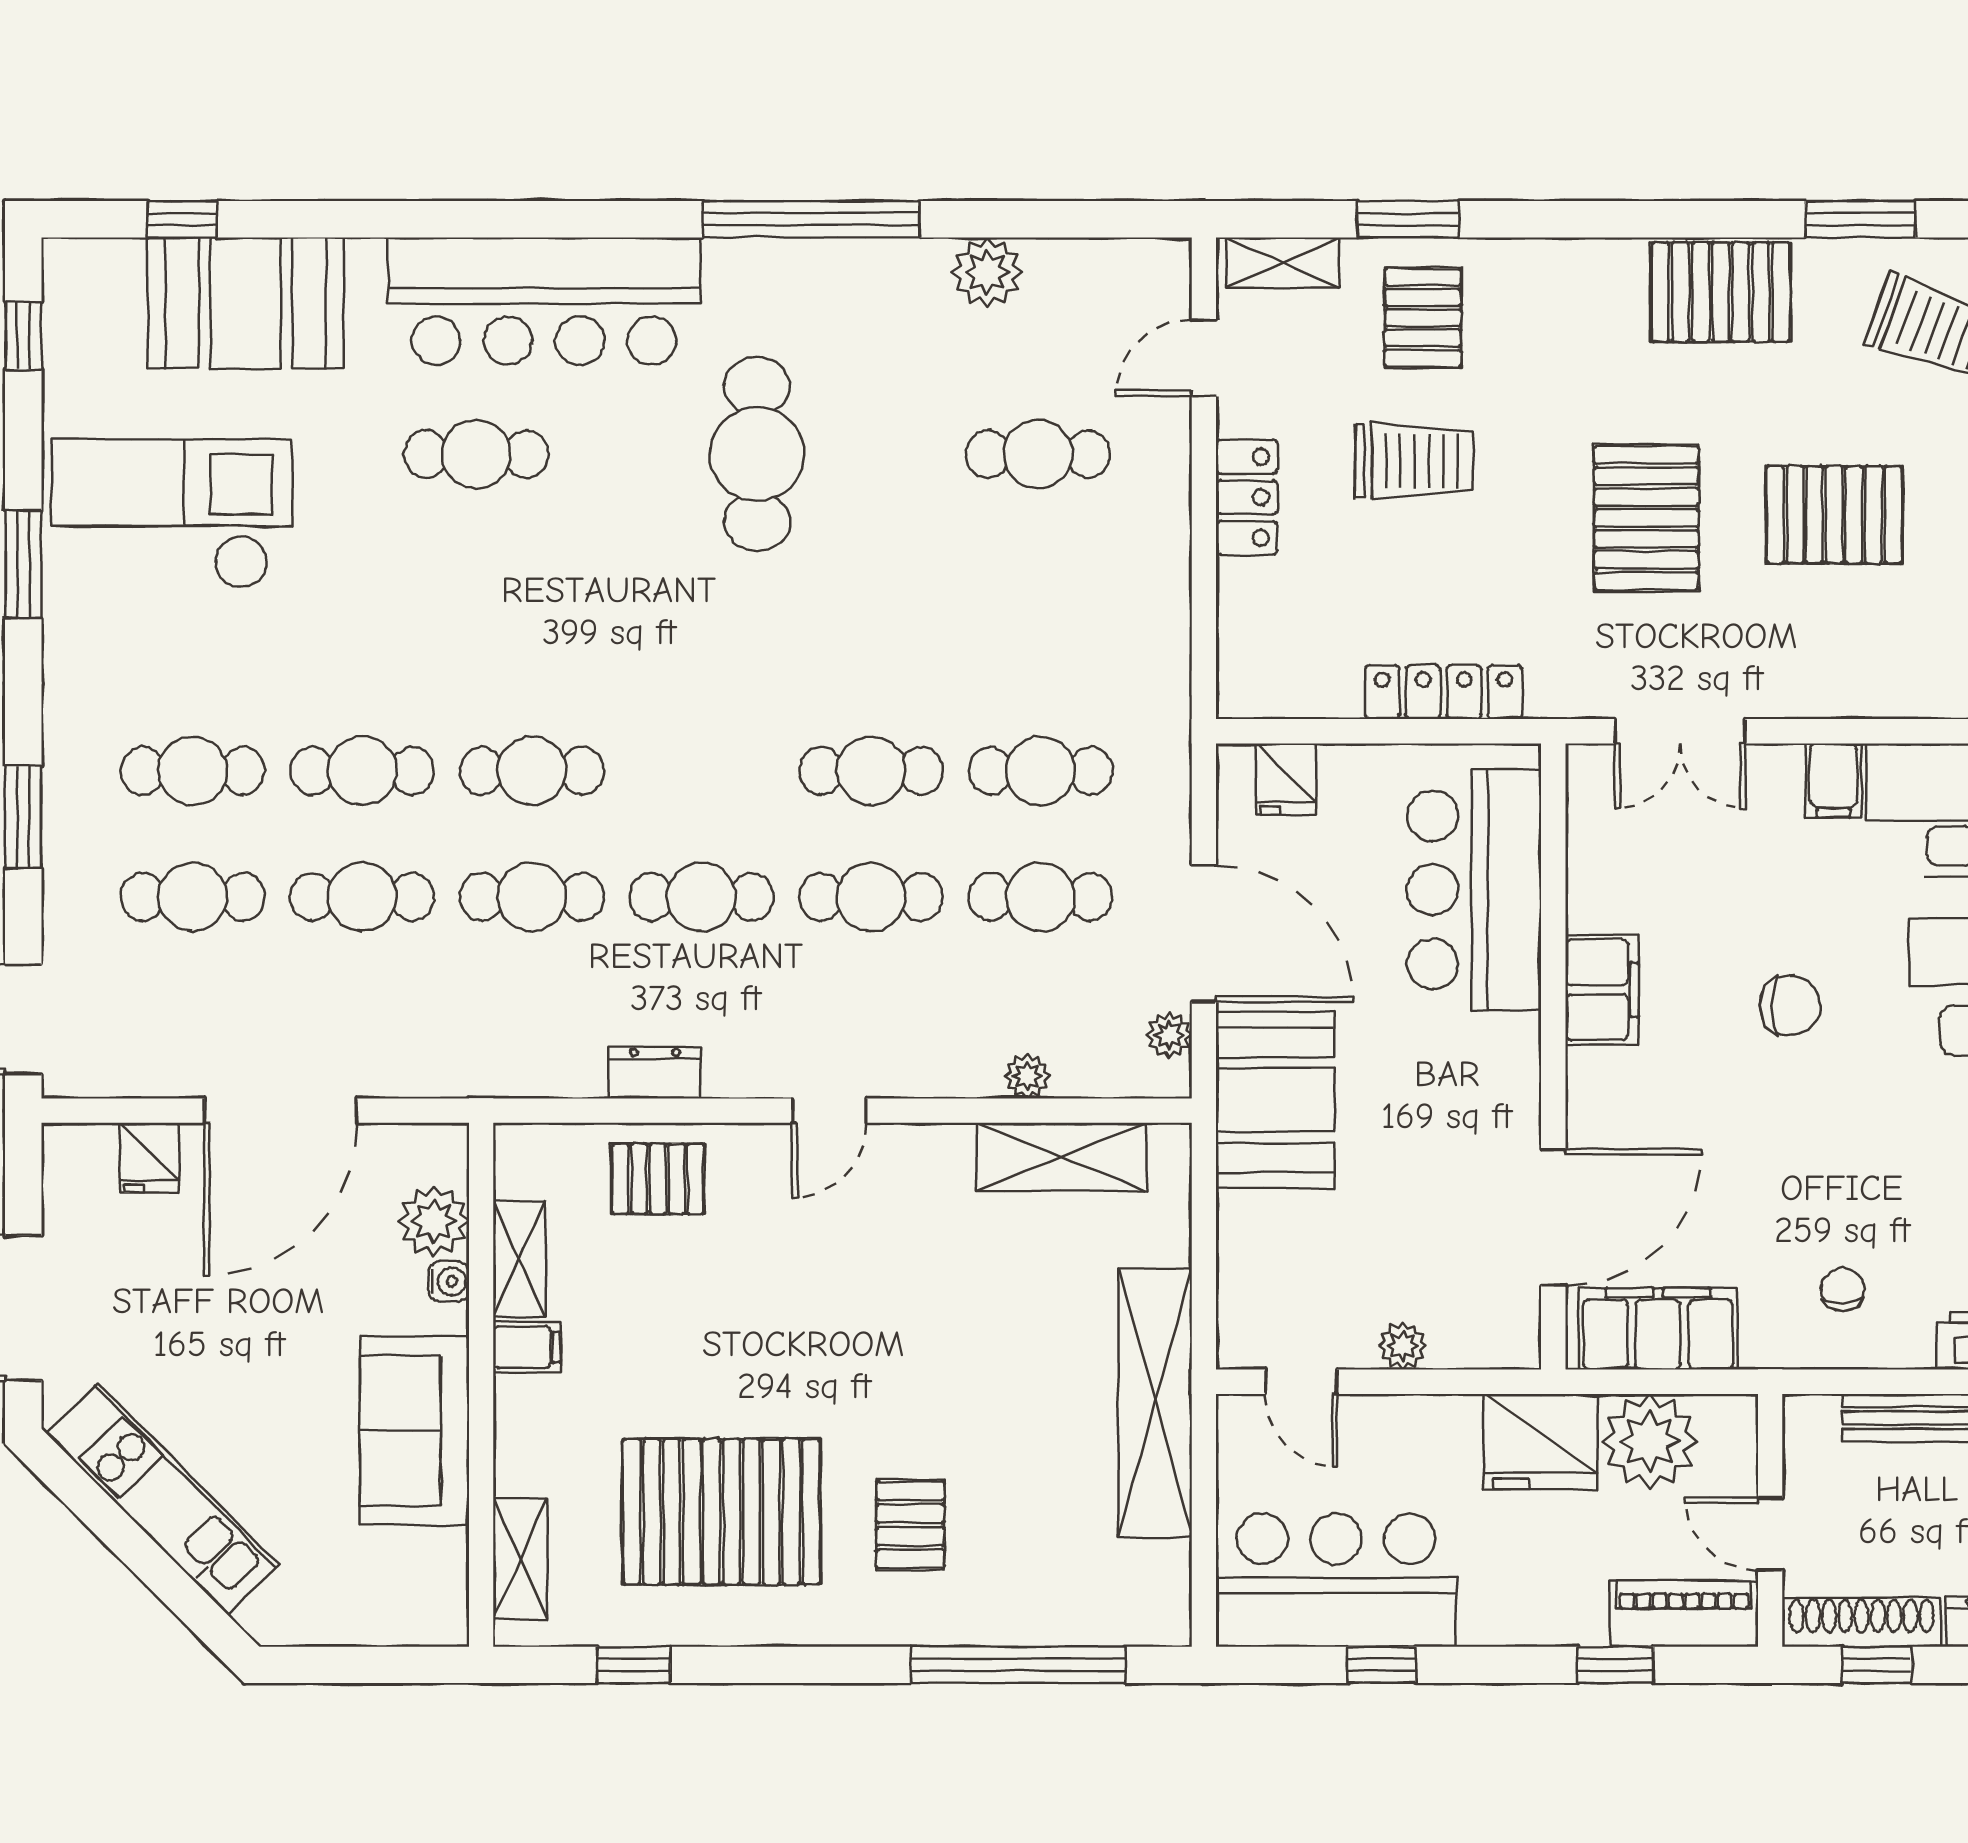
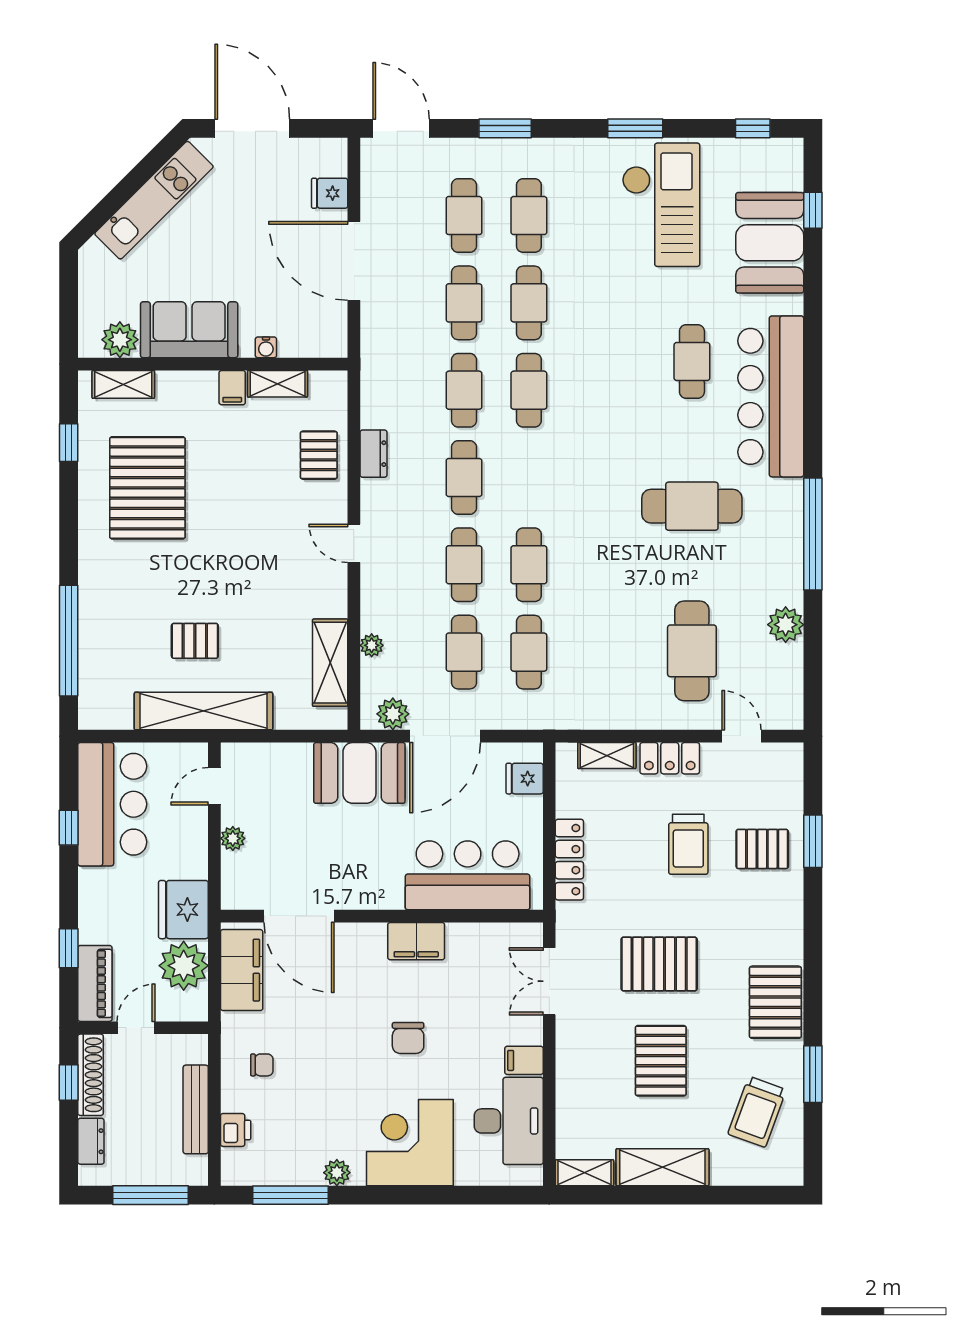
shelving: (1283, 263) -> (607, 755), moved, turned 90
cafe table: (1038, 454) -> (692, 651), width x1.37, depth x1.35
plant: (1169, 1035) -> (393, 714), width x1.38, depth x1.38
plant: (434, 1221) -> (120, 340), moved
pallet: (910, 1525) -> (195, 641), moved

